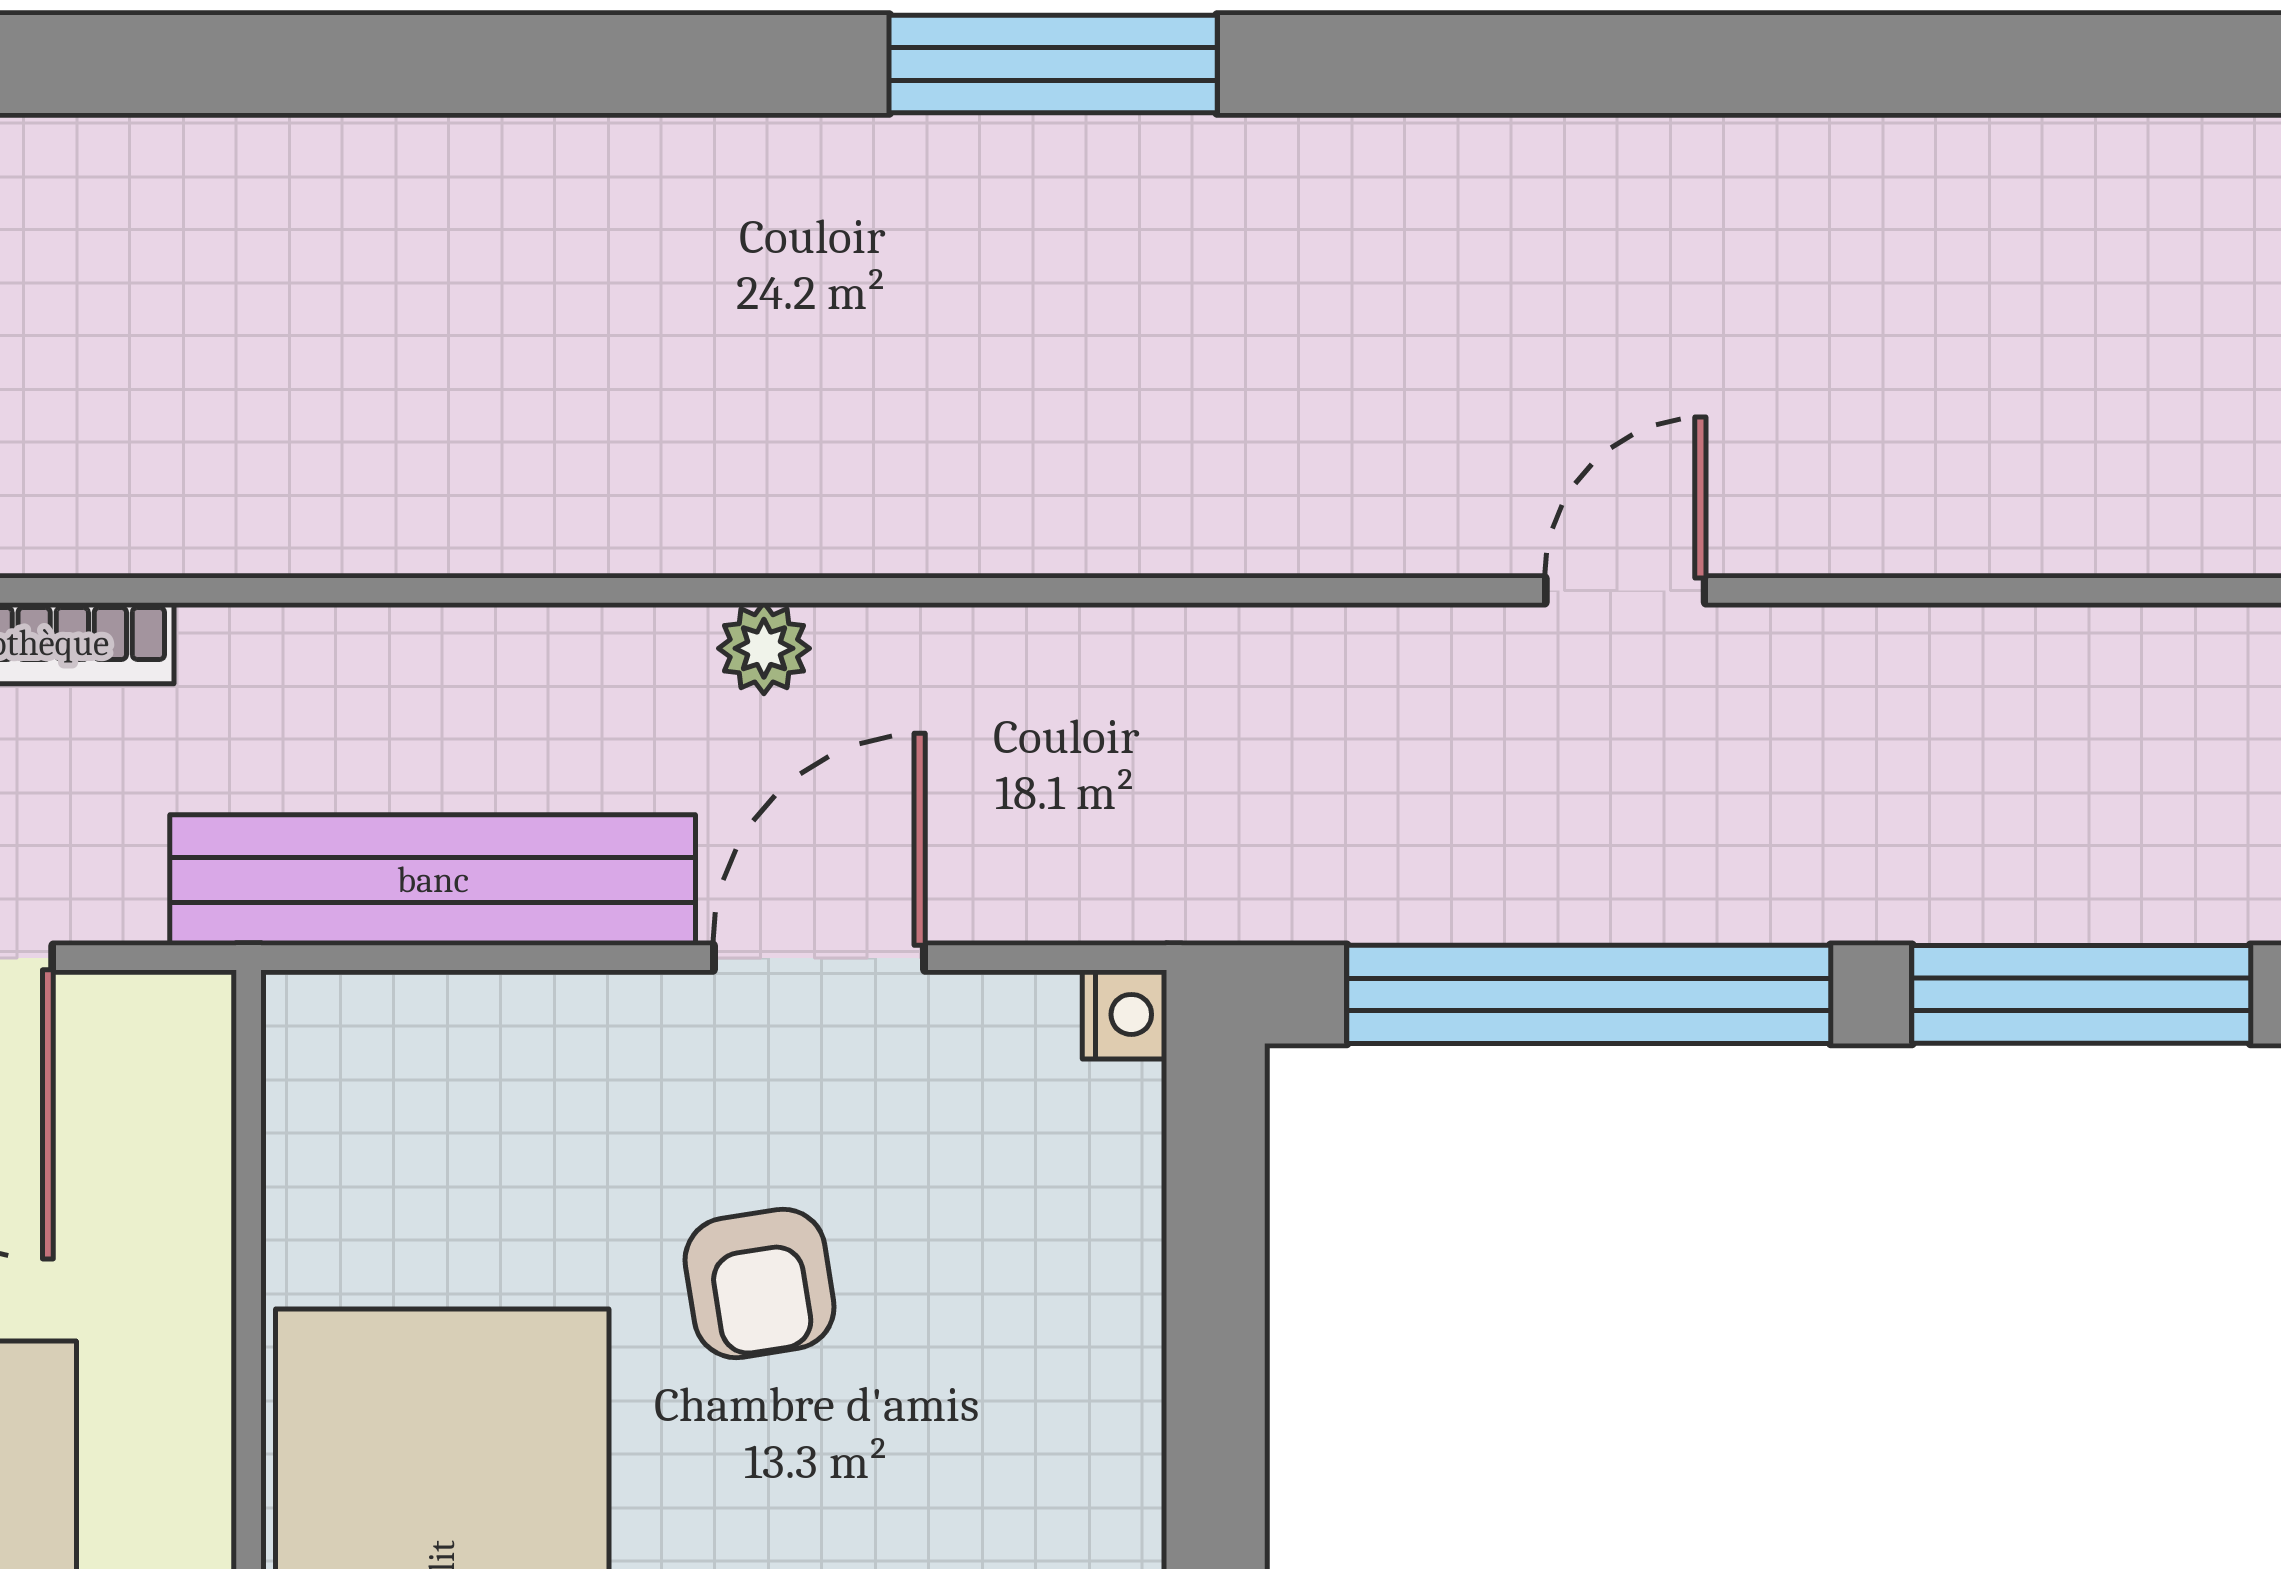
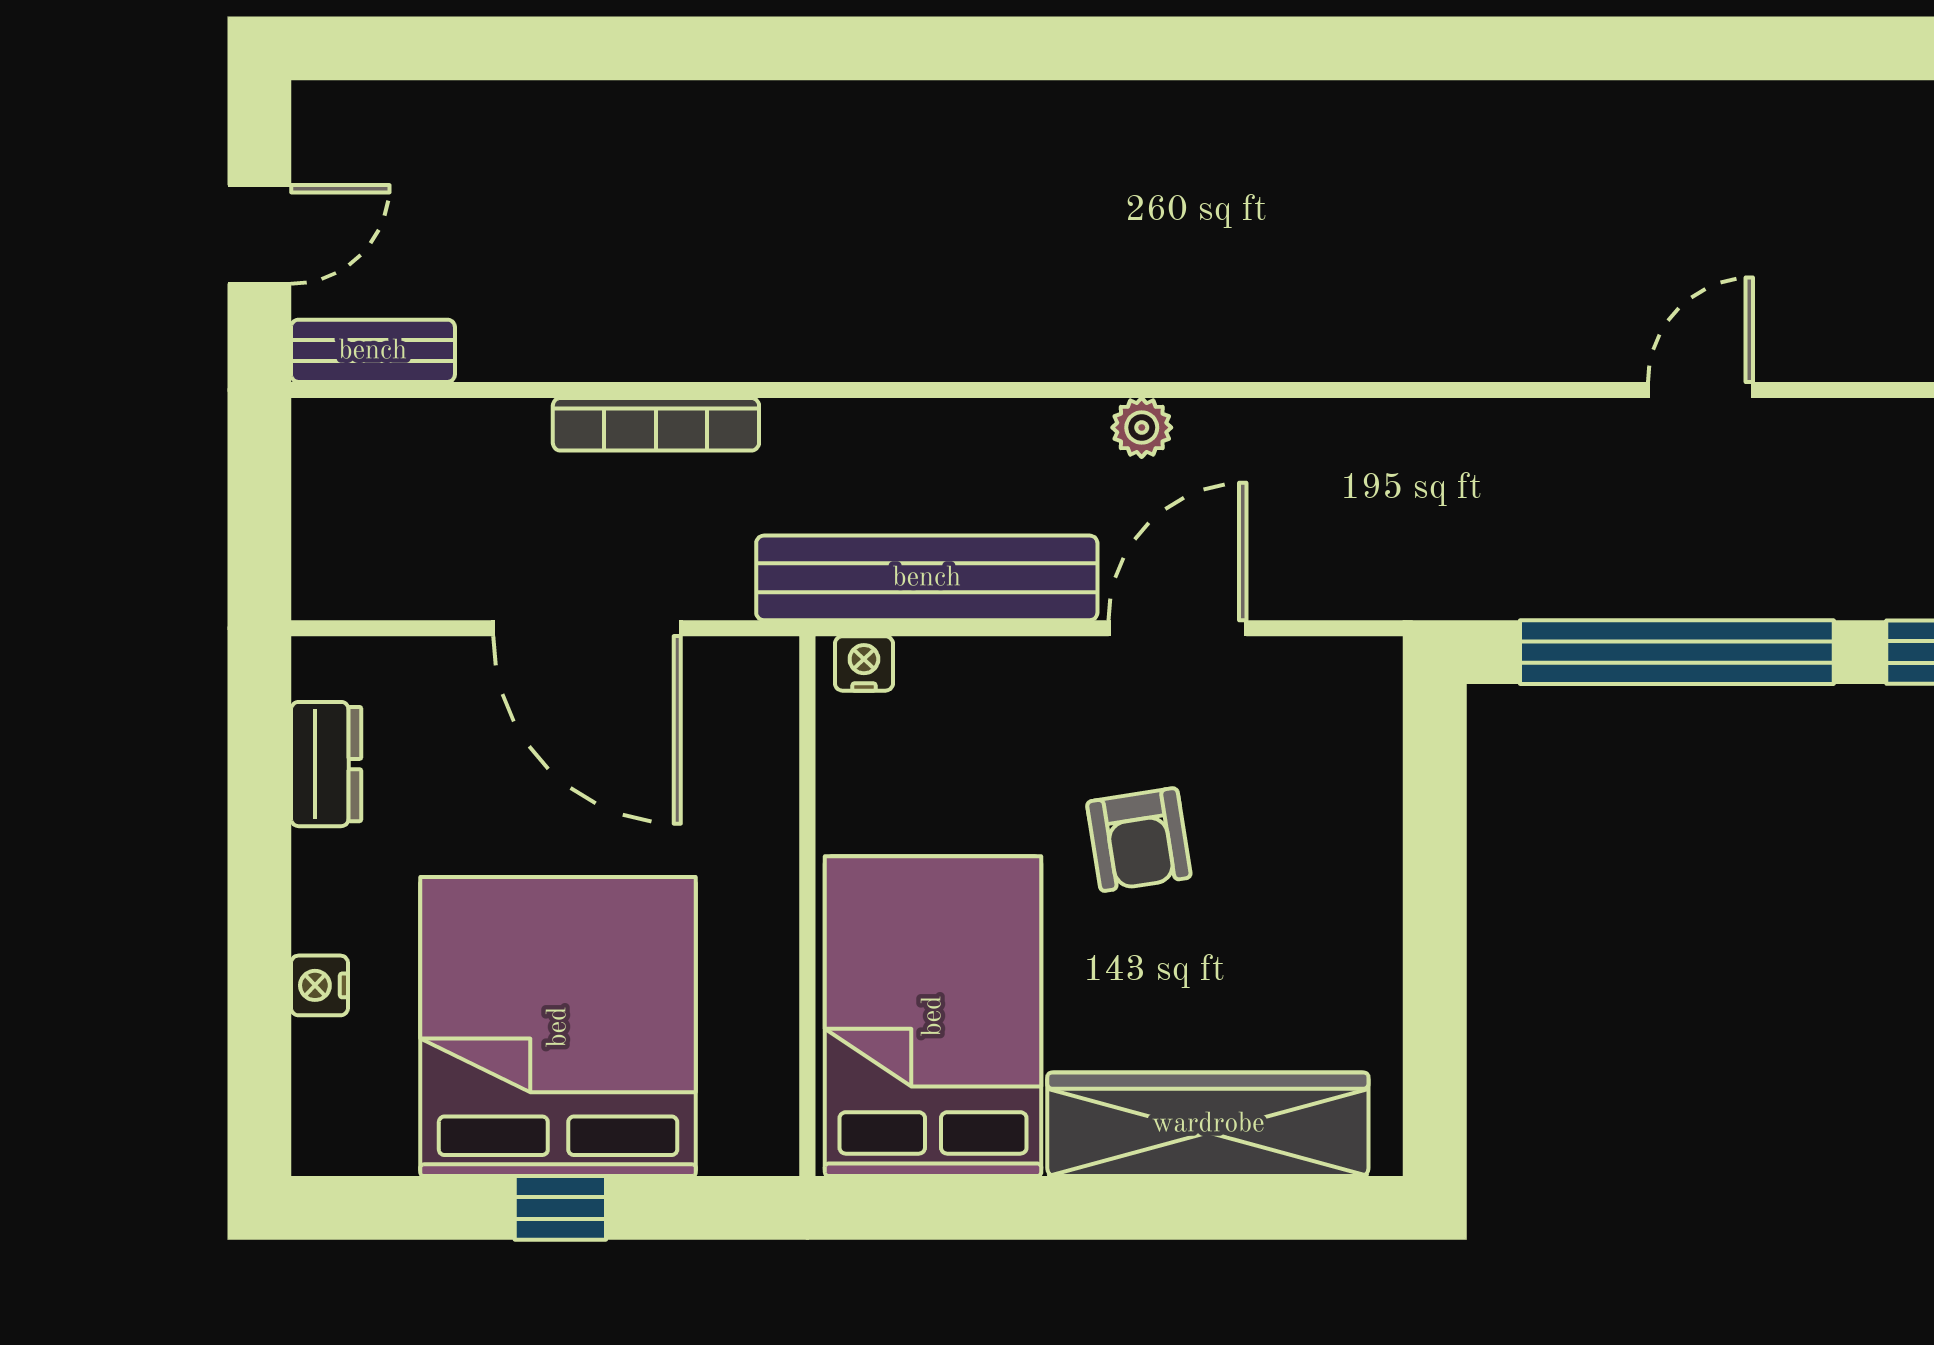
window: (1053, 64) -> (1329, 48), removed
nightstand: (1125, 1014) -> (864, 663), moved, turned -90

